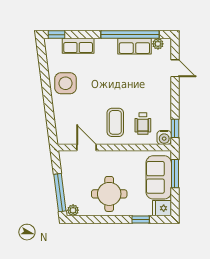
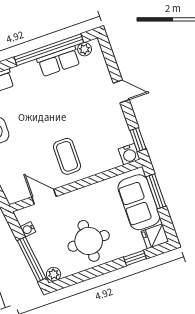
door: (175, 68) -> (121, 91), moved
wheelchair: (143, 123) -> (99, 147), removed
water cooler: (65, 168) -> (28, 229), added

